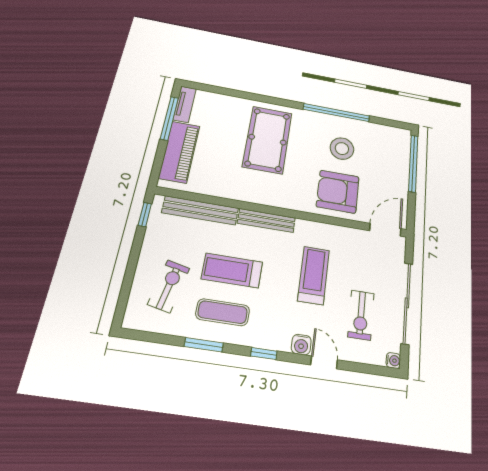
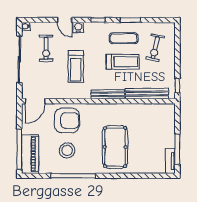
piano: (179, 152) -> (30, 154), moved, turned 180
exercise bike: (361, 315) -> (46, 48), turned 180

